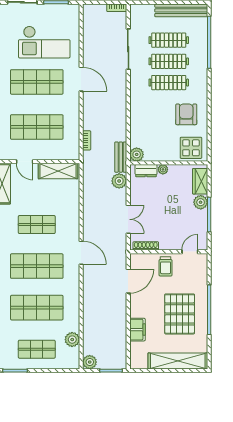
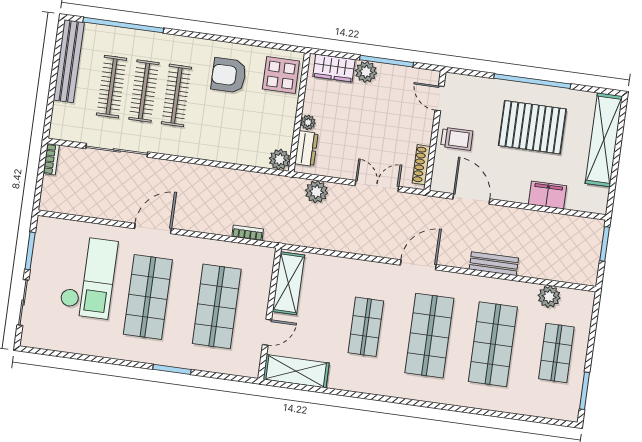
bench: (121, 157) -> (494, 264), moved
plant: (90, 362) -> (587, 275), removed

